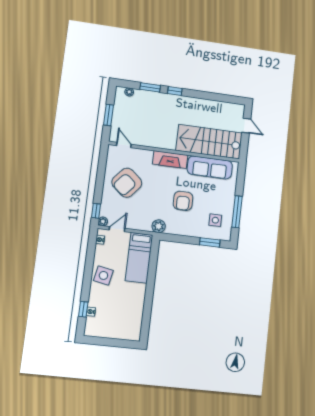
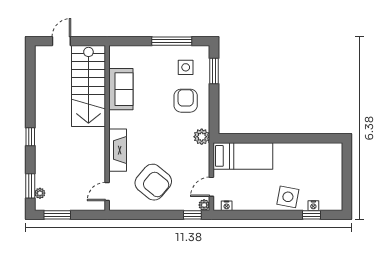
window: (150, 87) -> (30, 186), moved
window: (109, 115) -> (57, 215), moved
fireplace: (170, 160) -> (118, 150), moved
sofa: (210, 167) -> (121, 89), width x0.73
armchair: (183, 201) -> (186, 101), moved, turned -90
door: (117, 229) -> (211, 187), hinge flipped
side table: (103, 275) -> (288, 197), moved

